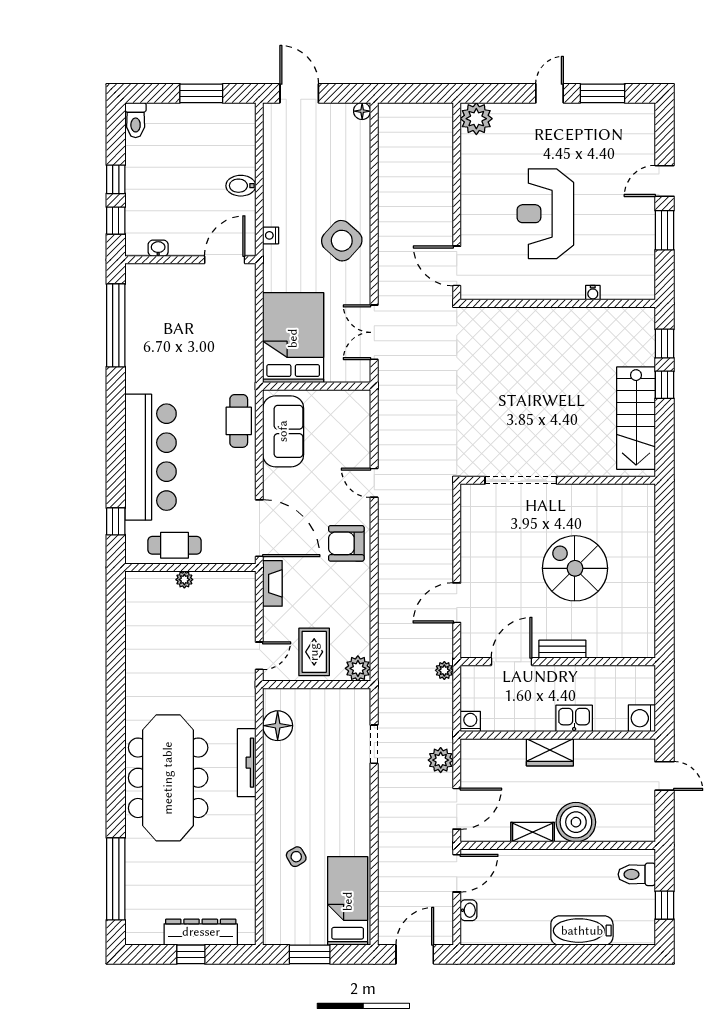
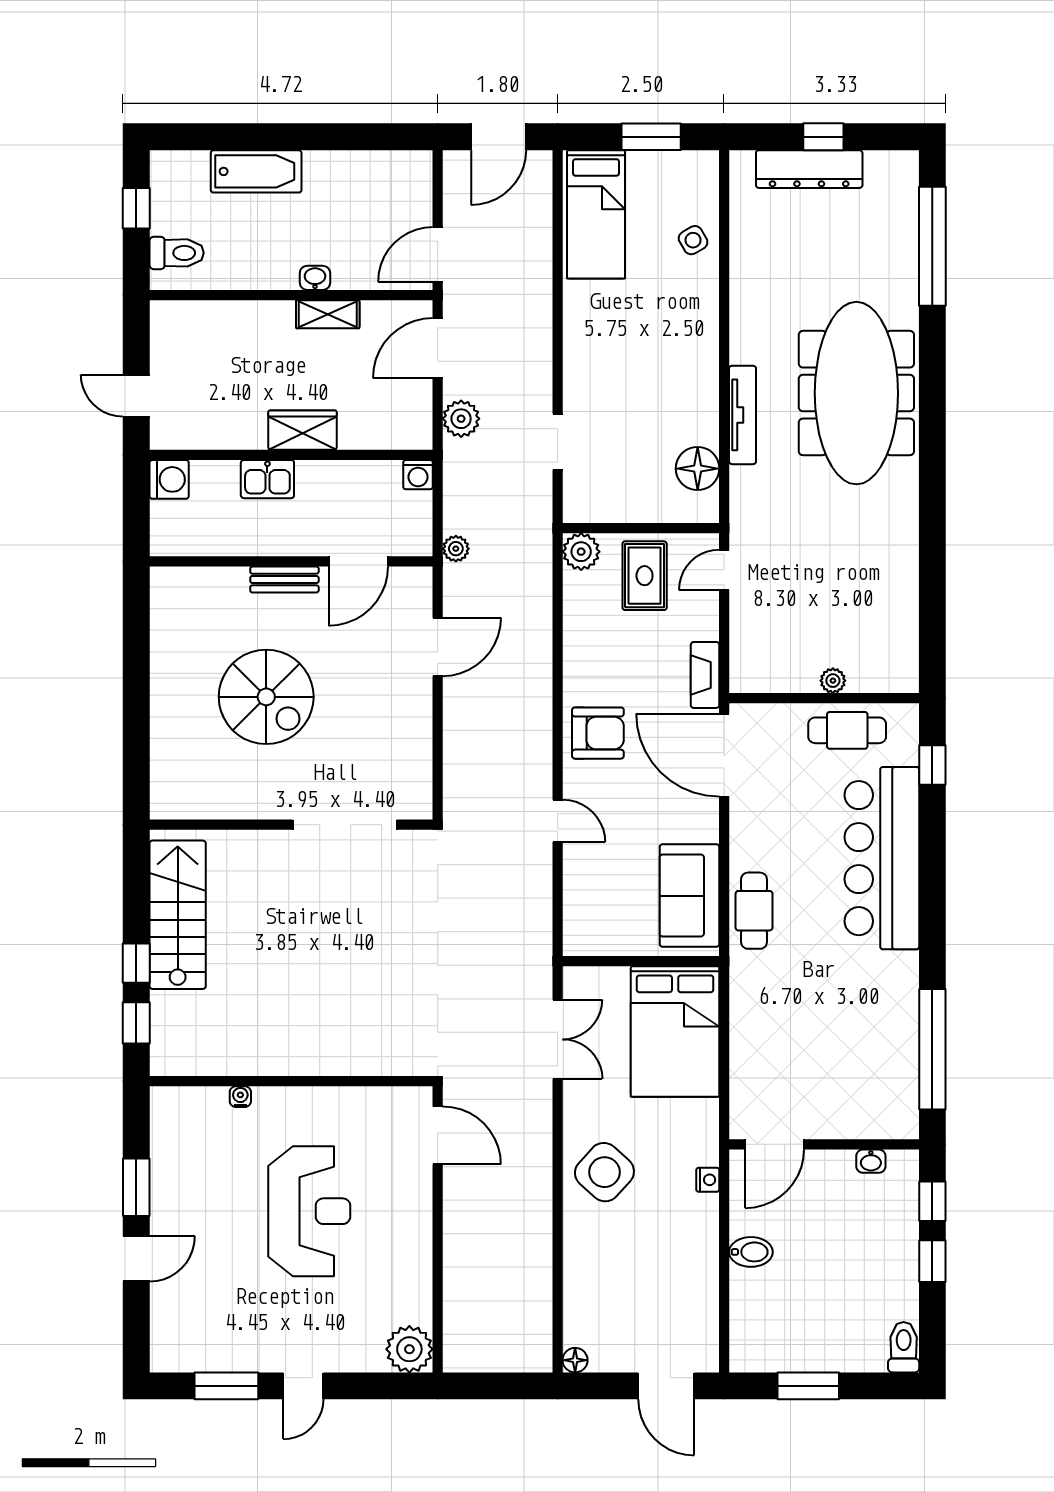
boiler: (576, 822) -> (265, 329), removed
side table: (296, 857) -> (693, 240), moved
washbasin: (469, 910) -> (315, 278), moved, turned 90

